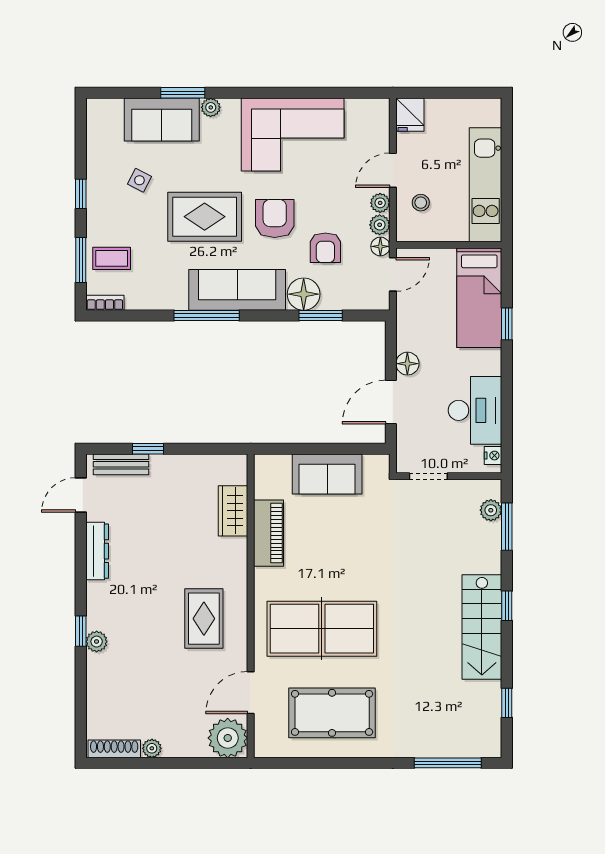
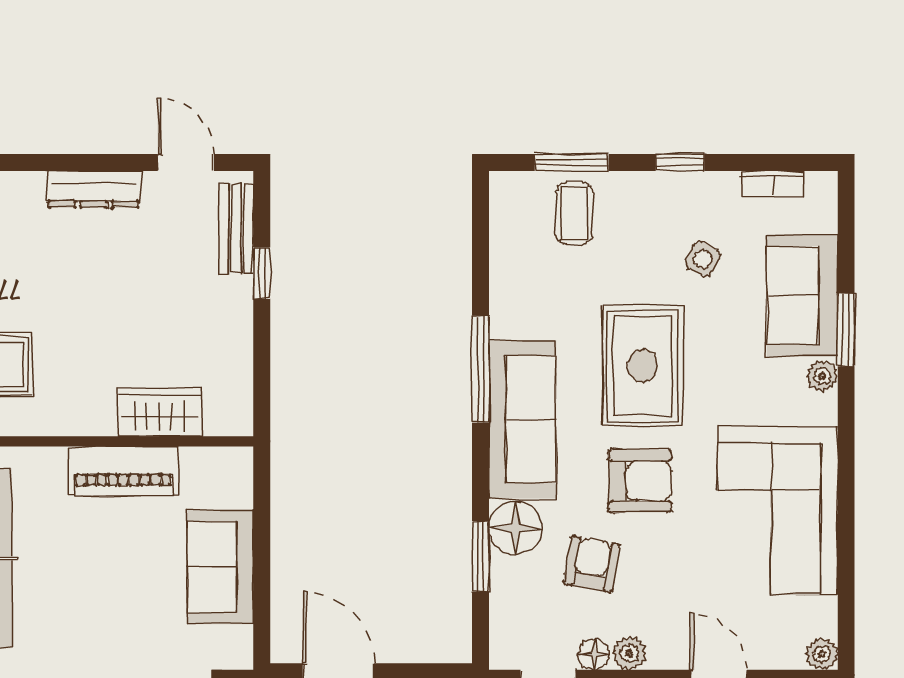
plant: (380, 203) -> (822, 654), moved
armchair: (325, 248) -> (592, 564), turned 100
bookcase: (105, 303) -> (773, 183), moved, turned 90

